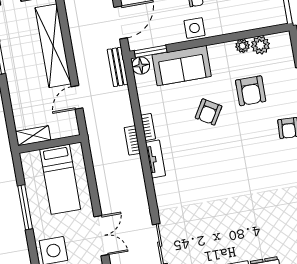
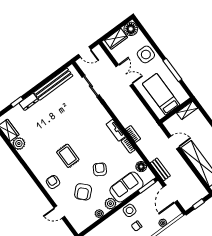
plant: (260, 45) -> (110, 204), moved
floor lamp: (141, 66) -> (141, 167), moved
armchair: (251, 91) -> (83, 192), turned -134
door: (77, 97) -> (174, 142), hinge flipped
rug: (247, 156) -> (68, 156), added
double door: (101, 236) -> (124, 75), swing flipped

